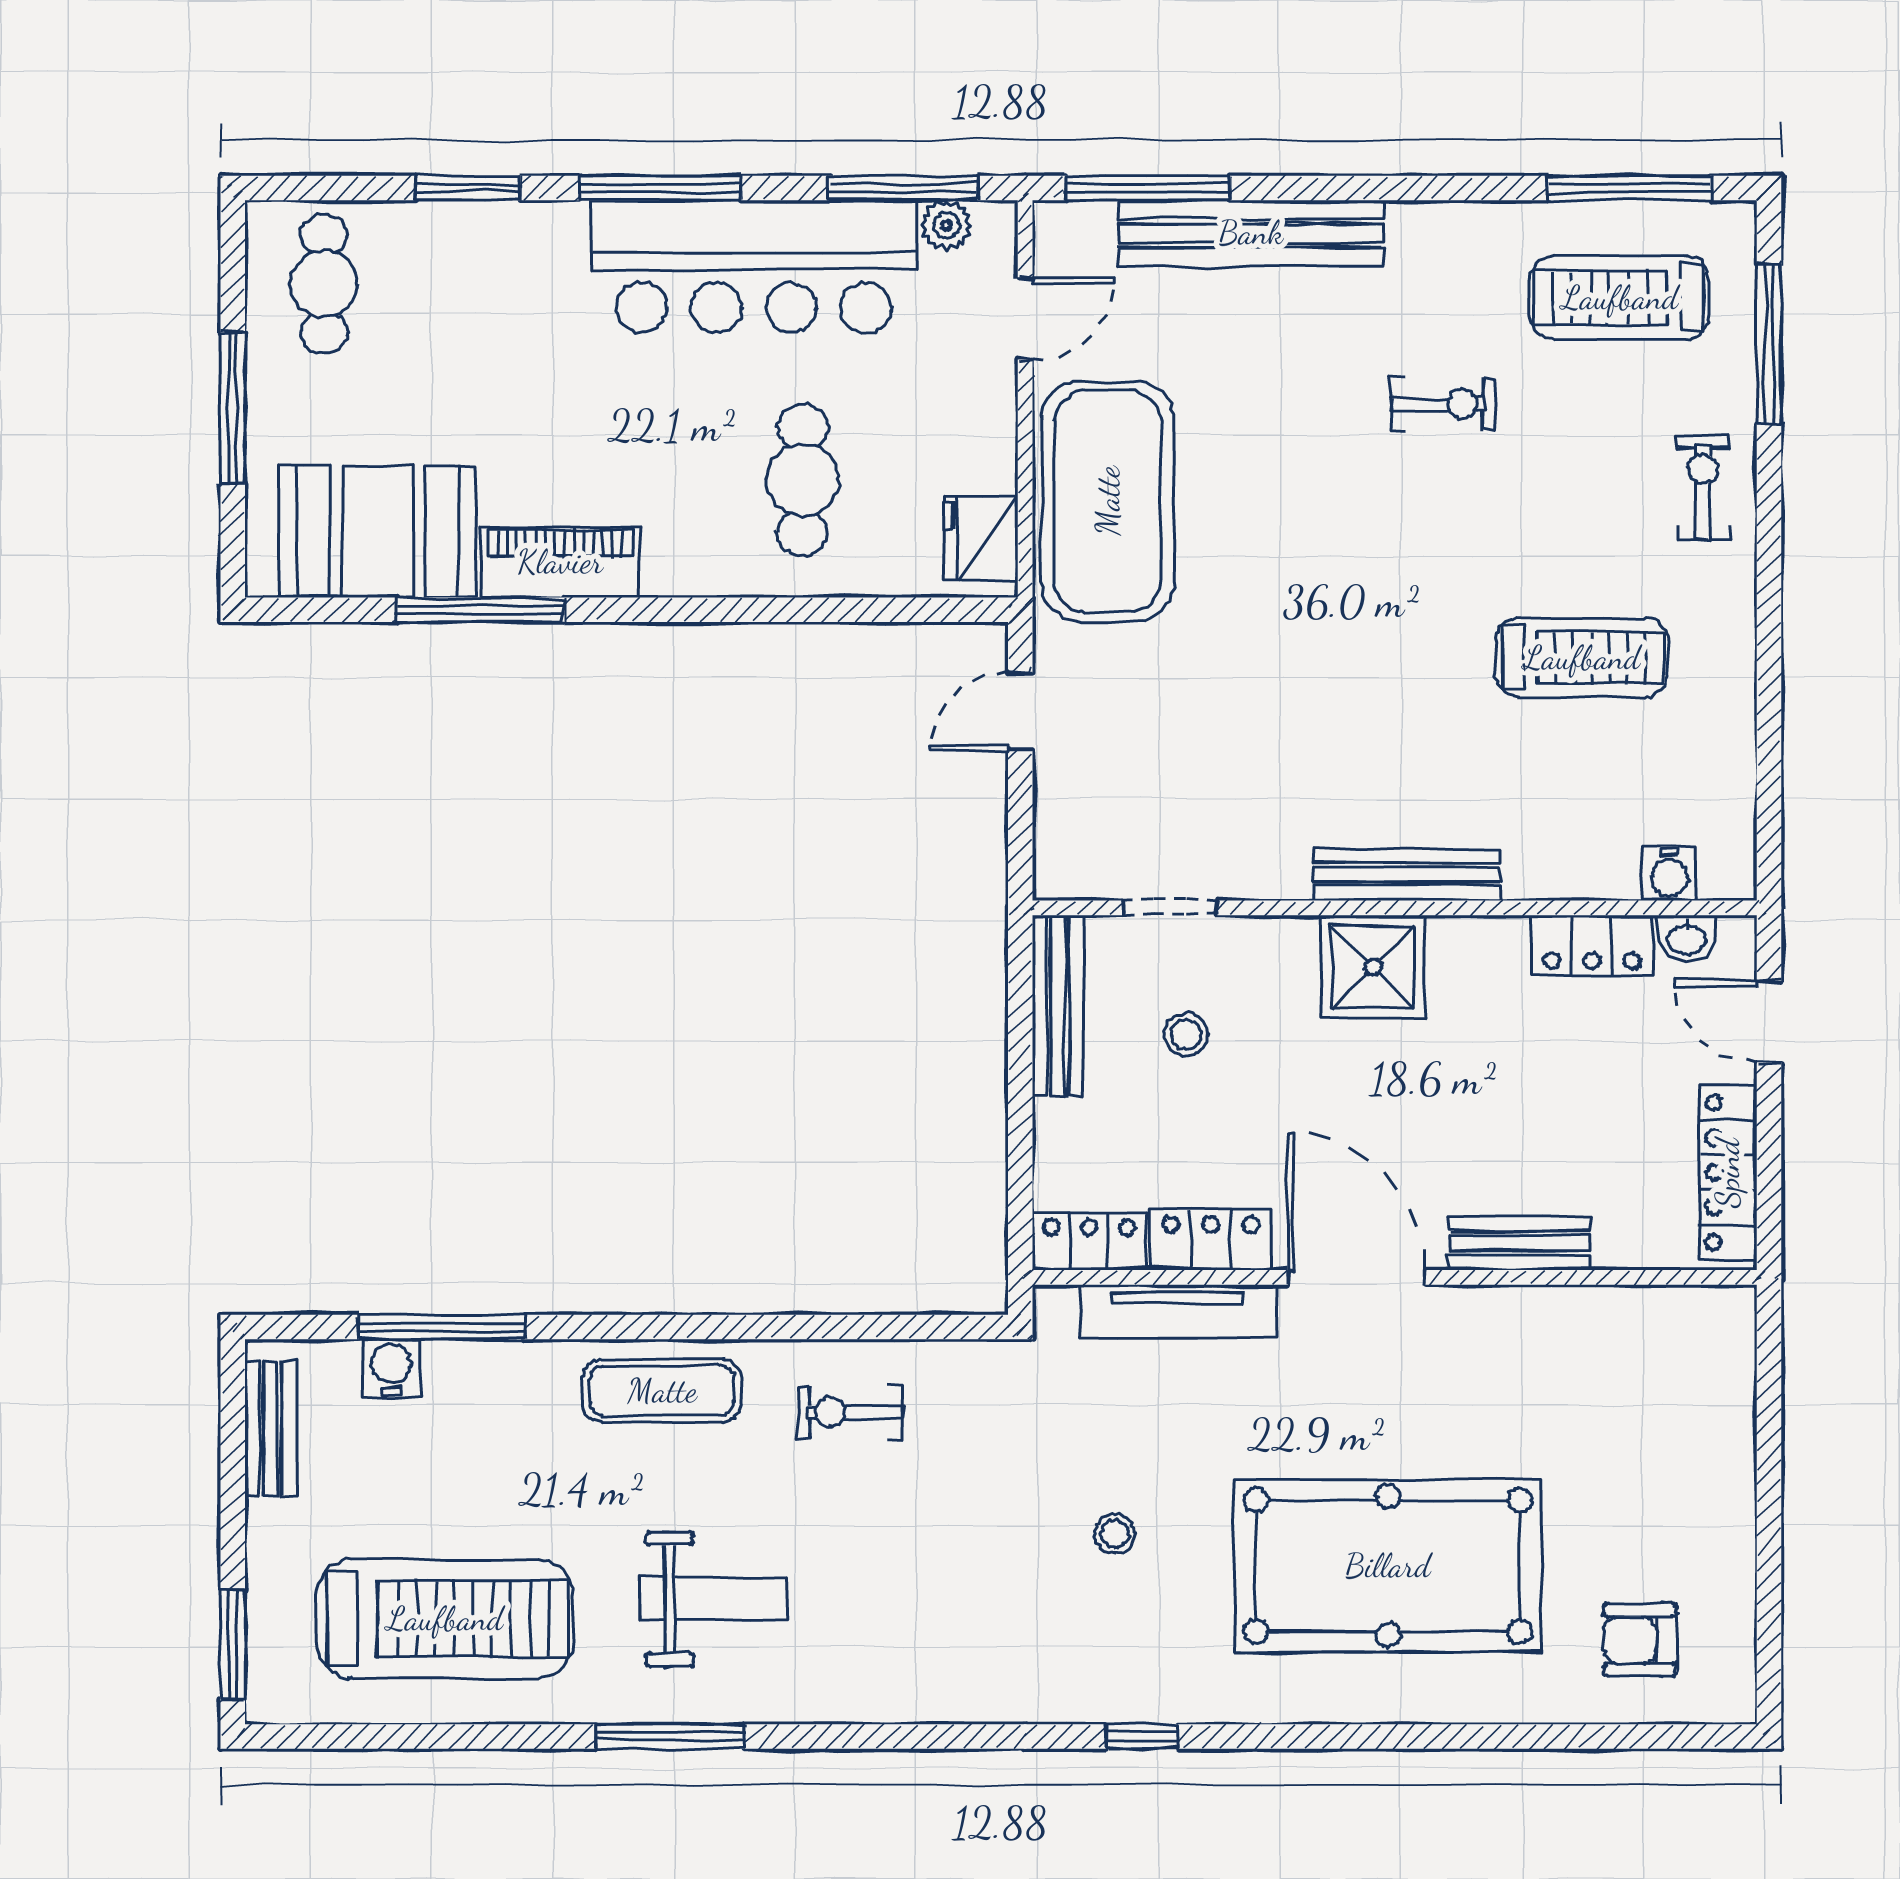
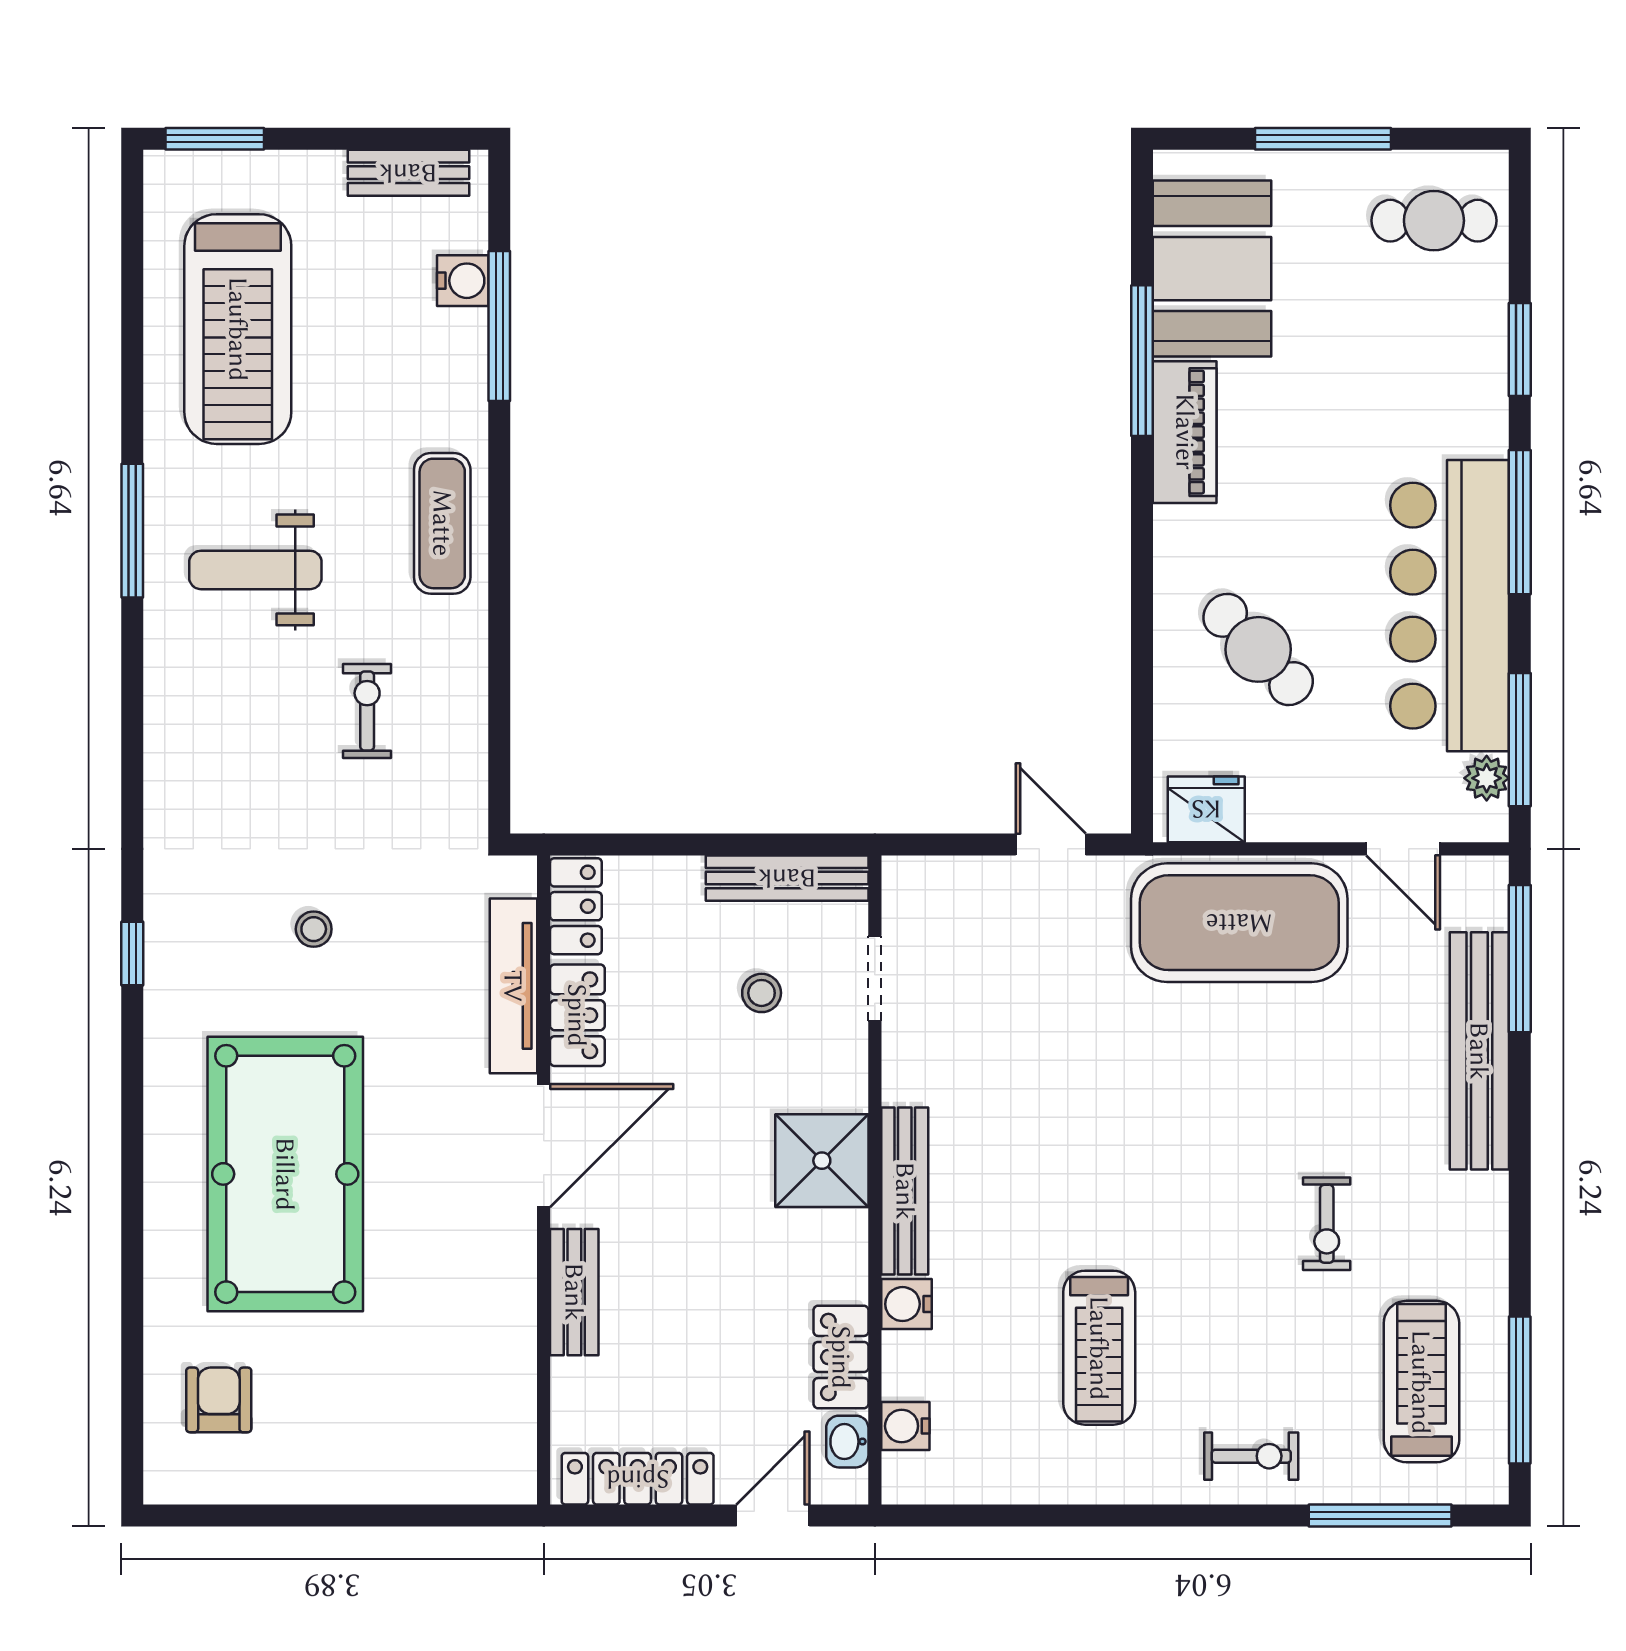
cafe table: (803, 480) -> (1258, 649), turned 46
water cooler: (1533, 873) -> (907, 1304), added
exercise bike: (849, 1412) -> (367, 711), moved
weight bench: (714, 1599) -> (255, 570), turned 90

